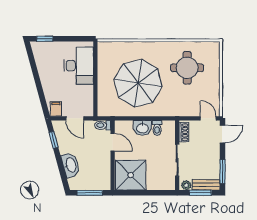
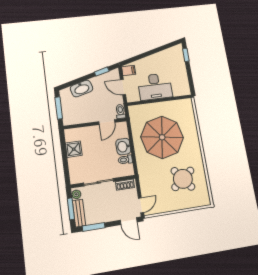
desk: (79, 66) -> (155, 87), moved
round table: (187, 68) -> (183, 179), turned -38
door: (75, 118) -> (123, 87), hinge flipped
shower: (131, 175) -> (74, 149), width x0.54, depth x0.54

